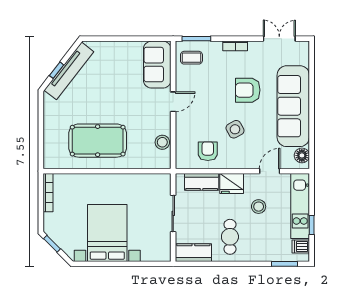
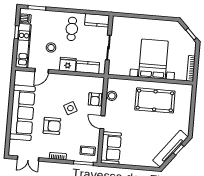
door: (173, 102) -> (102, 122), hinge flipped
side table: (235, 129) -> (70, 108), moved
armchair: (208, 151) -> (95, 99), moved
floor lamp: (302, 155) -> (19, 79), removed
bed with nightstands: (107, 233) -> (153, 59), moved, turned 180

